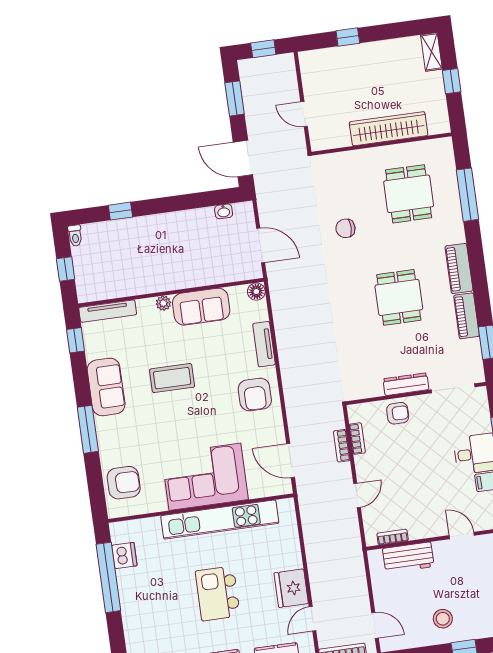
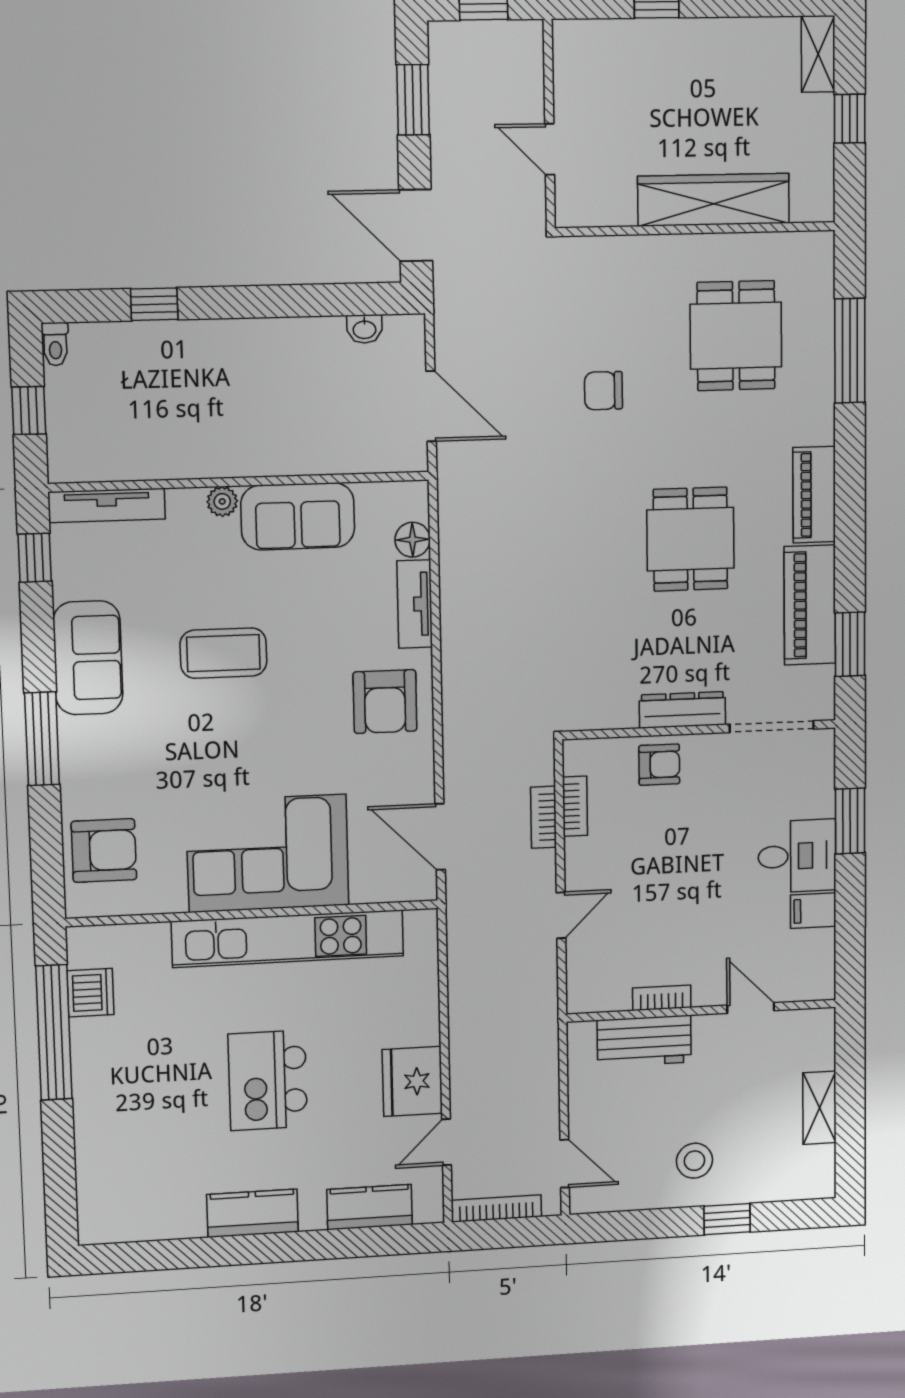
floor lamp: (256, 292) -> (413, 540), moved
piano: (467, 316) -> (810, 605), width x1.37, depth x1.33
bookcase: (393, 537) -> (662, 998), moved

